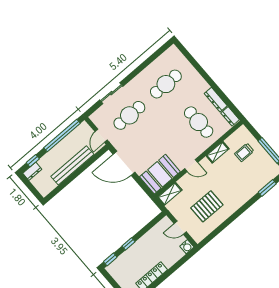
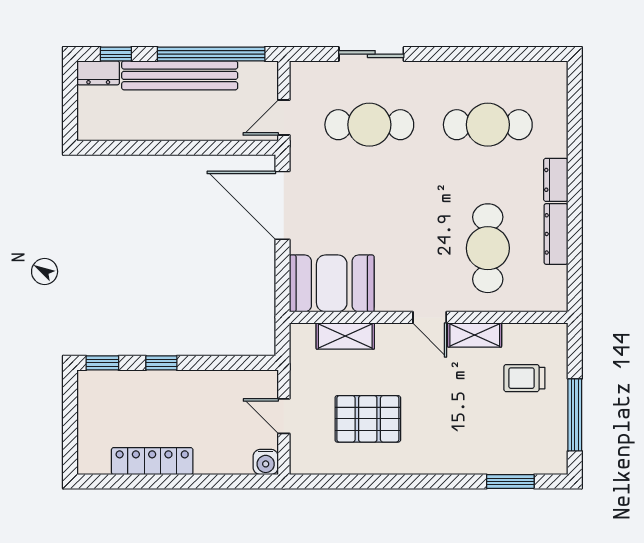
dresser: (230, 116) -> (556, 180), moved
bench: (72, 165) -> (180, 75), moved
door: (191, 166) -> (430, 317), moved
shelving: (170, 194) -> (345, 336), moved

